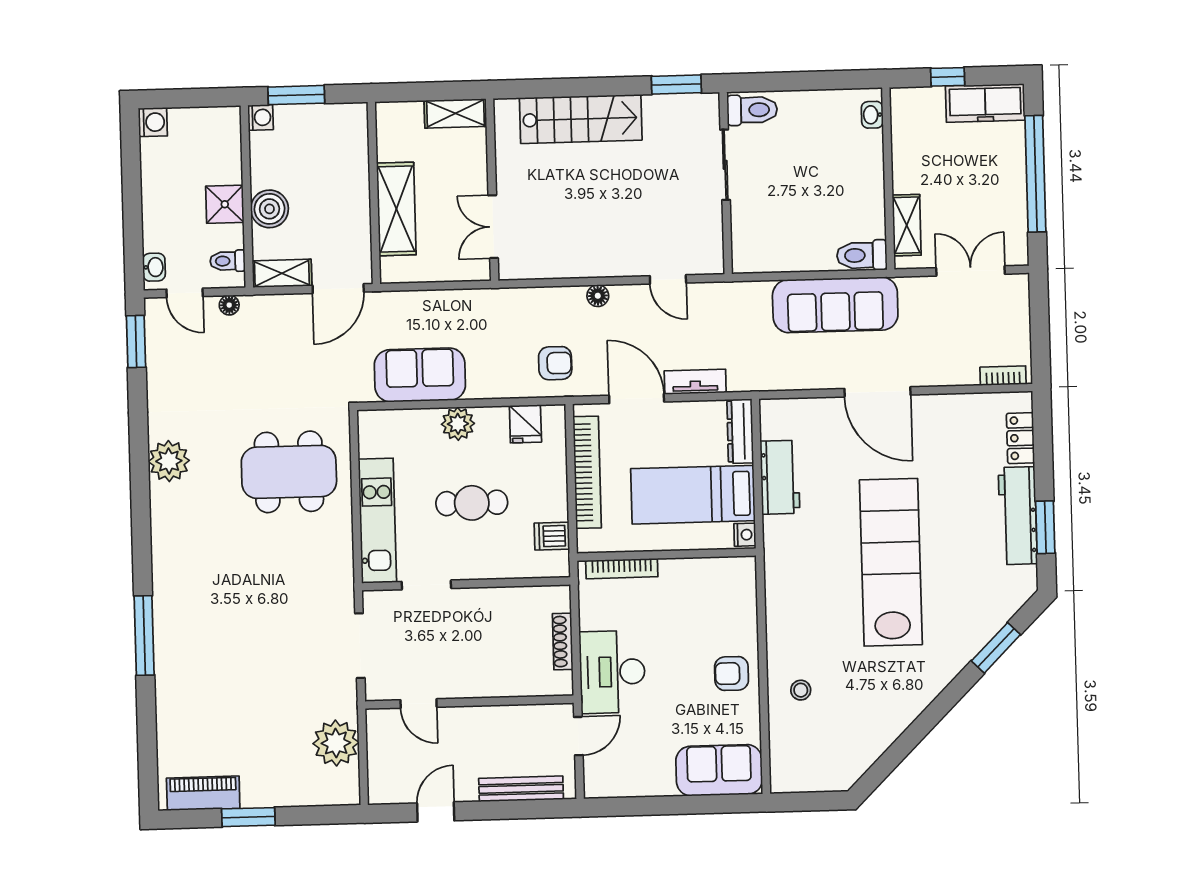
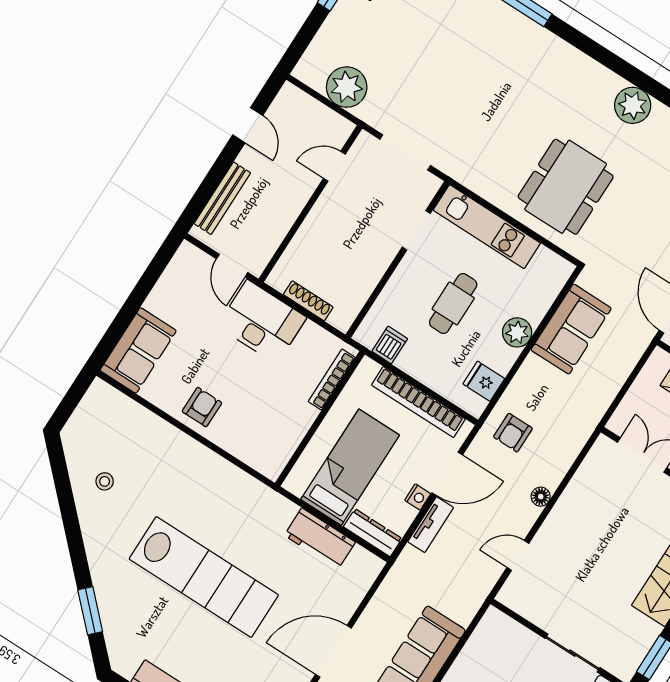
nightstand: (745, 535) -> (418, 497), moved, turned -90
stool: (801, 690) -> (105, 481), moved

